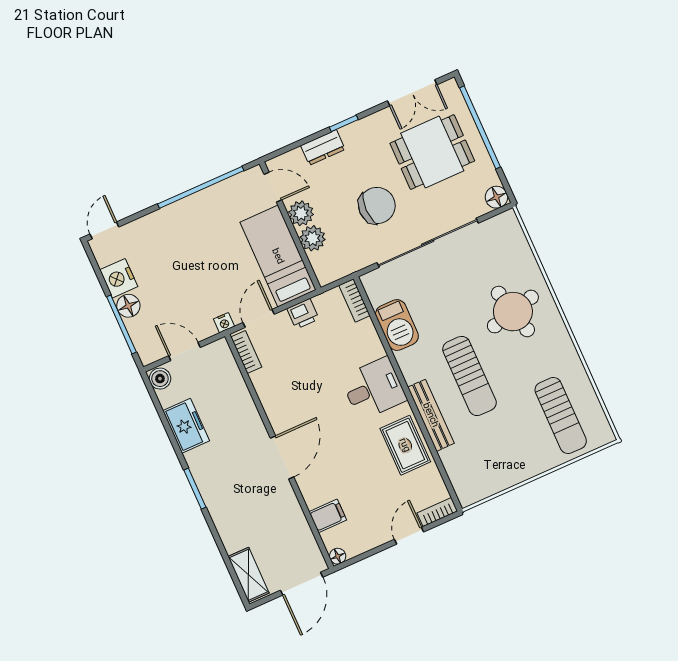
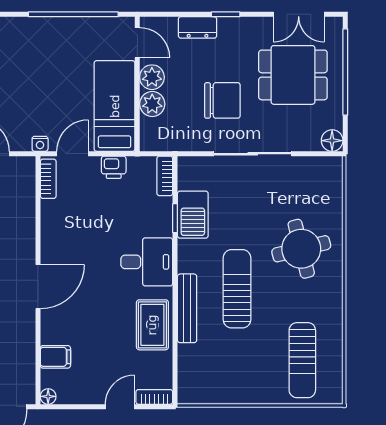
sliding door: (428, 243) -> (253, 154), width x0.73
window: (382, 336) -> (175, 218), added
sun lounger: (469, 376) -> (237, 289), turned 180

